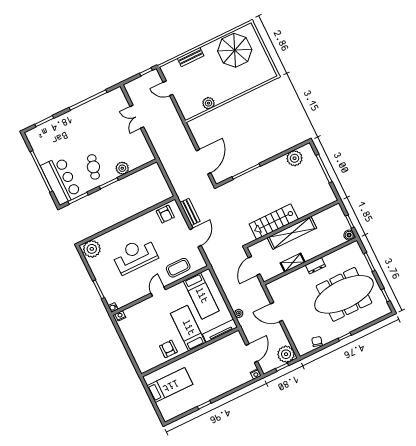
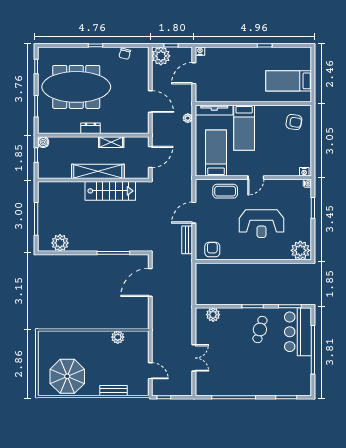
plant: (122, 168) -> (213, 315), moved
armchair: (168, 349) -> (294, 122), moved, turned -81

